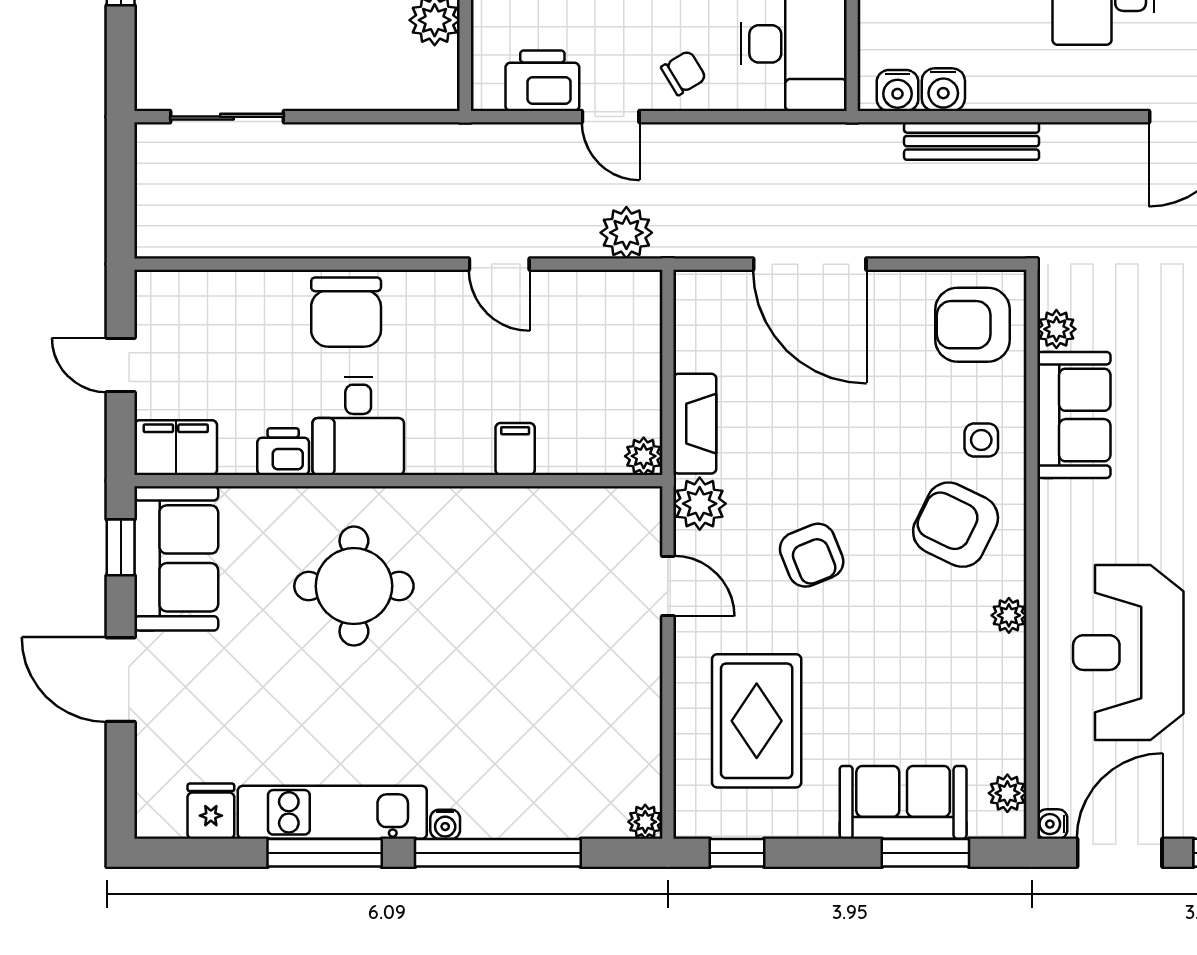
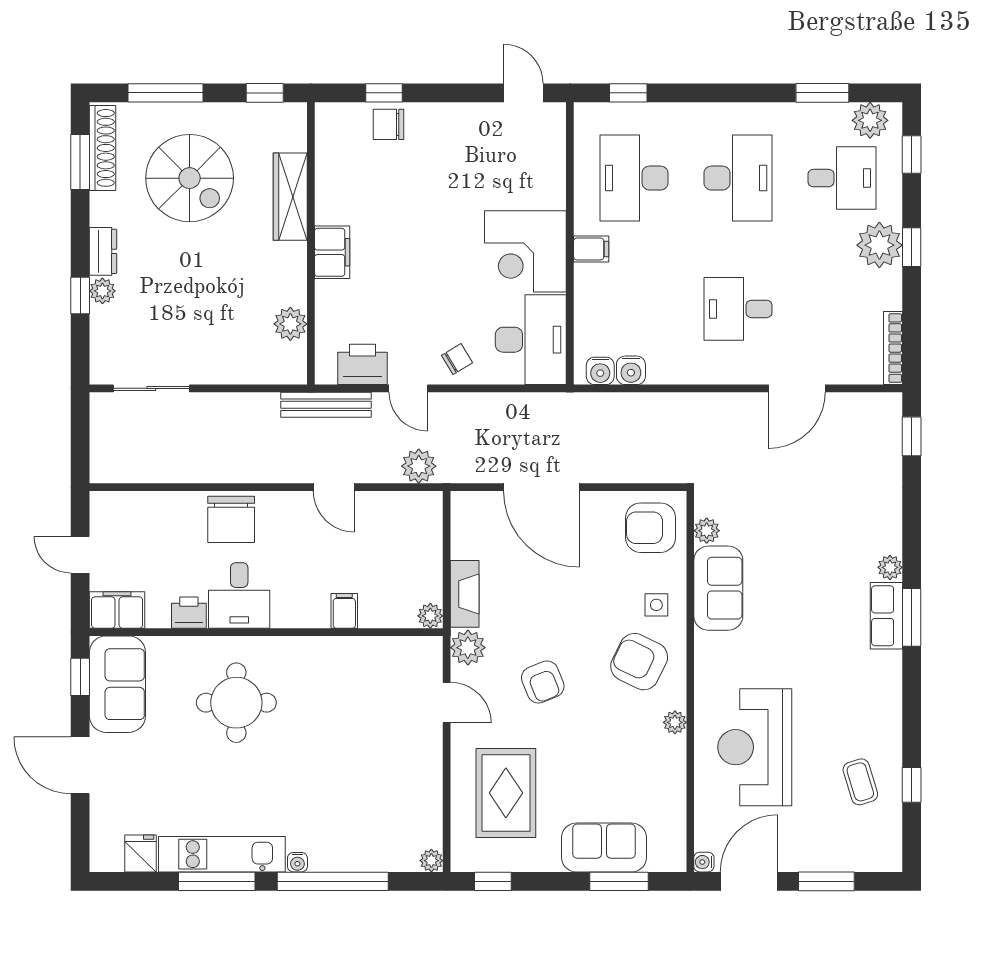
bench: (972, 141) -> (326, 405), moved
plant: (1007, 793) -> (674, 841), removed

